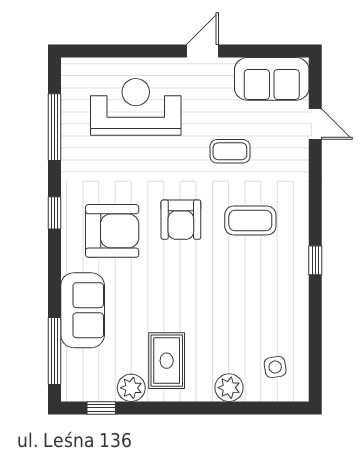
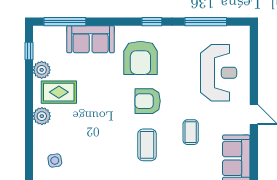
plant: (229, 388) -> (42, 116), moved

